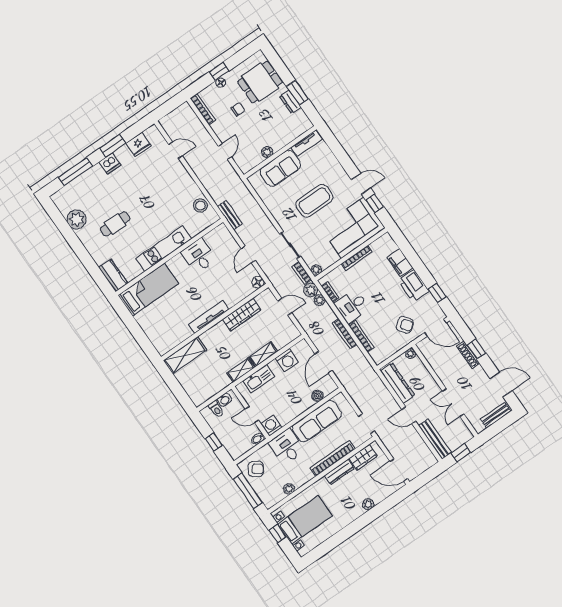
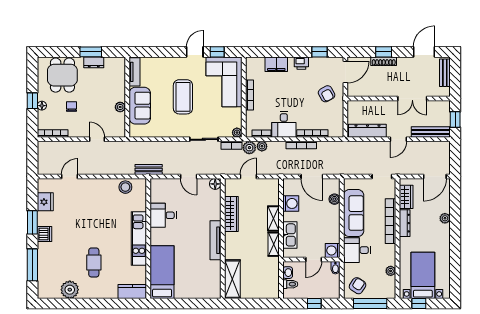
printer: (414, 286) -> (301, 63), width x0.53, depth x0.68
armchair: (405, 325) -> (327, 94), turned 98
plant: (411, 354) -> (352, 105), removed

